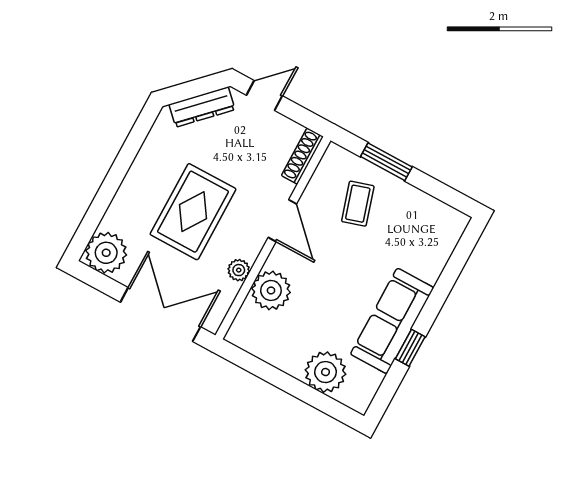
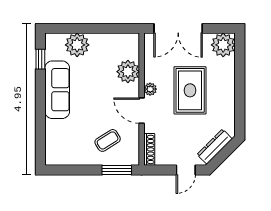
window: (386, 162) -> (117, 170), moved
coffee table: (358, 204) -> (108, 140), turned 75
plant: (239, 270) -> (150, 89), moved
window: (410, 348) -> (40, 59), moved

